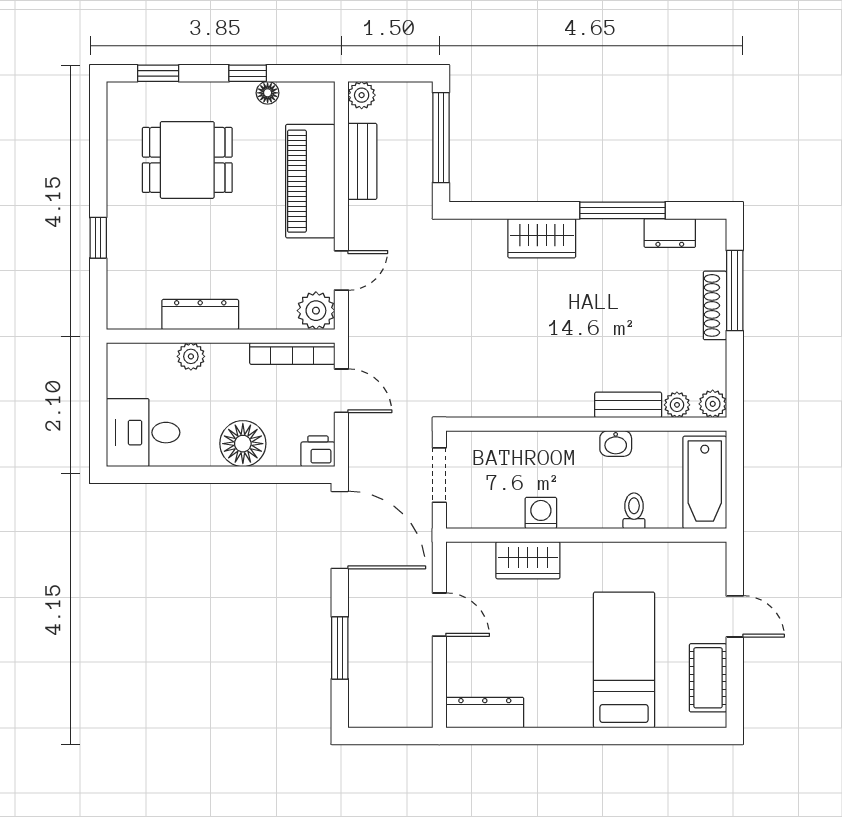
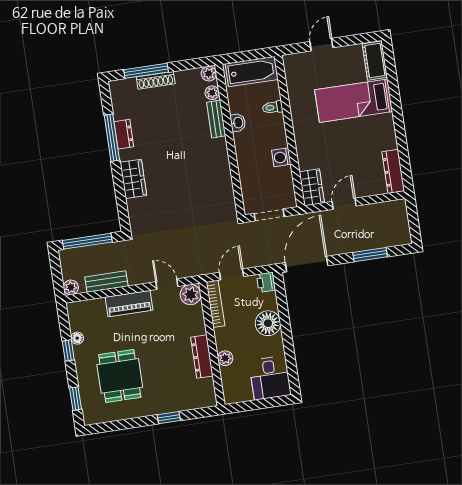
piano: (310, 181) -> (129, 304), width x0.73, depth x0.75
dresser: (670, 233) -> (124, 134), moved
wardrobe: (528, 560) -> (312, 187), moved
cot: (708, 678) -> (375, 61), moved, turned 90

